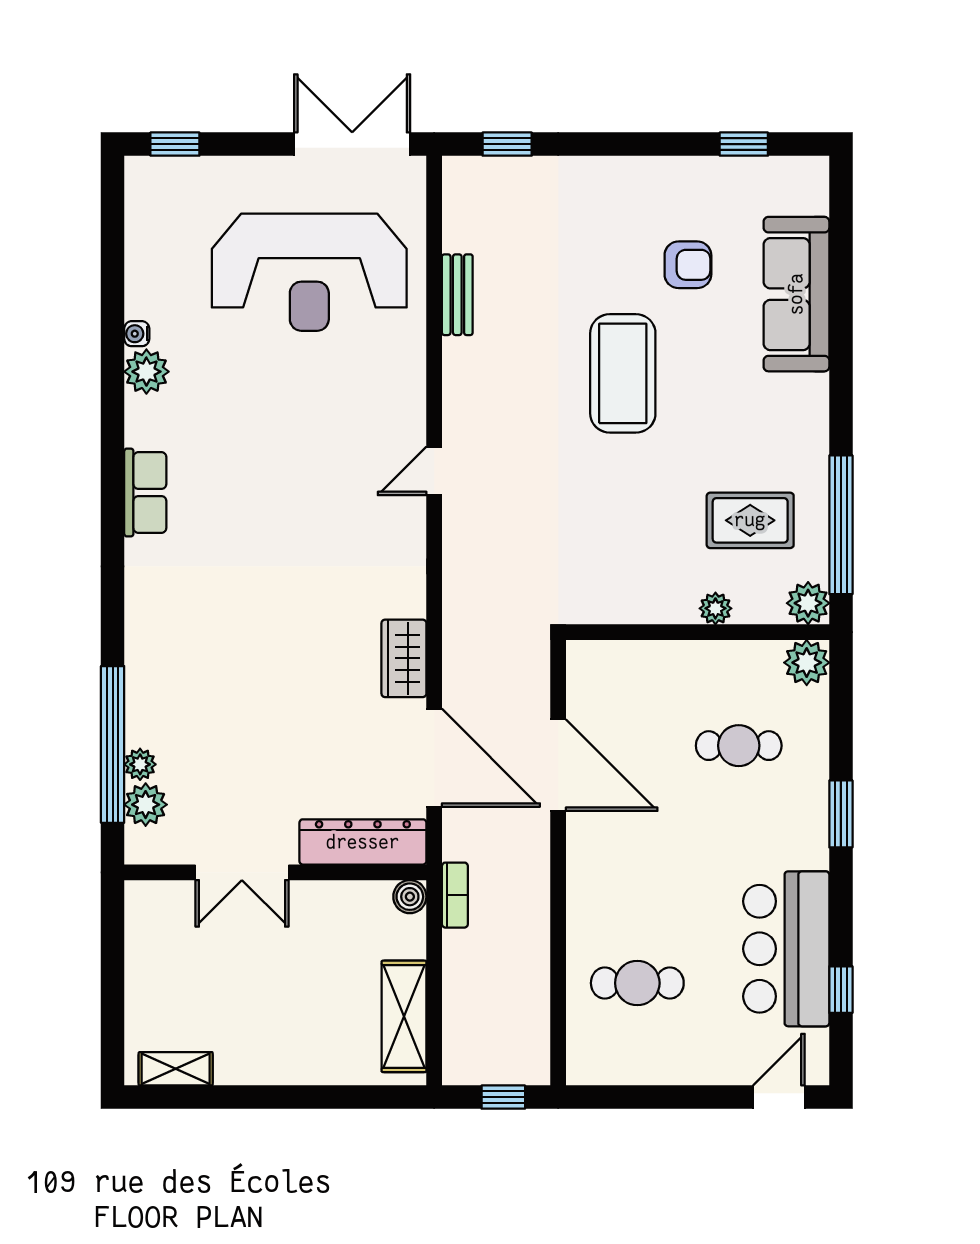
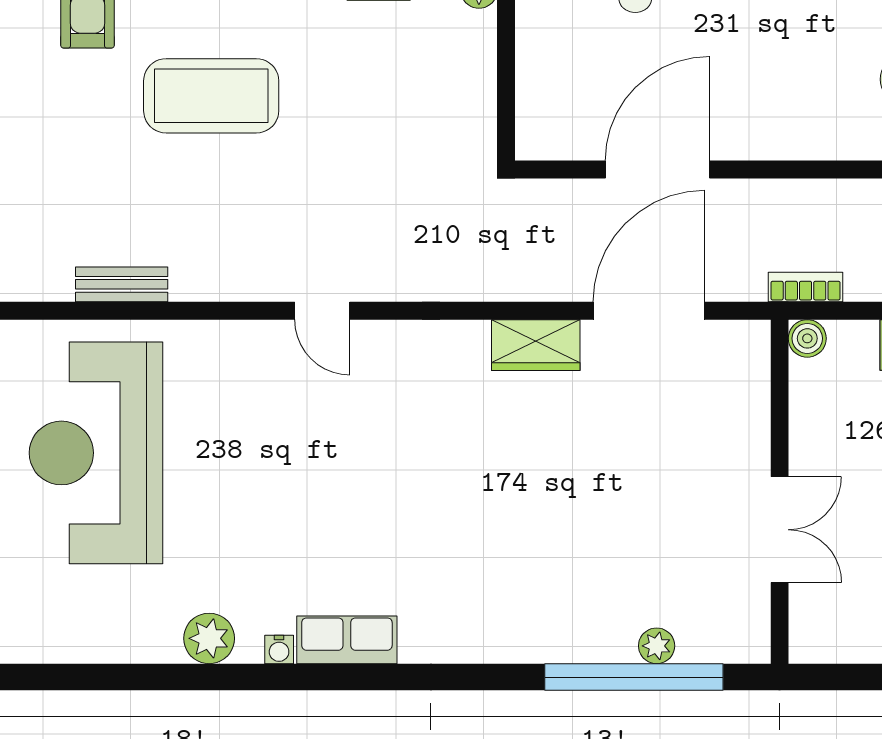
reception desk: (309, 272) -> (96, 453), turned 180
water cooler: (137, 334) -> (279, 649), moved
plant: (146, 805) -> (702, 639), removed
dresser: (363, 842) -> (745, 392), removed

